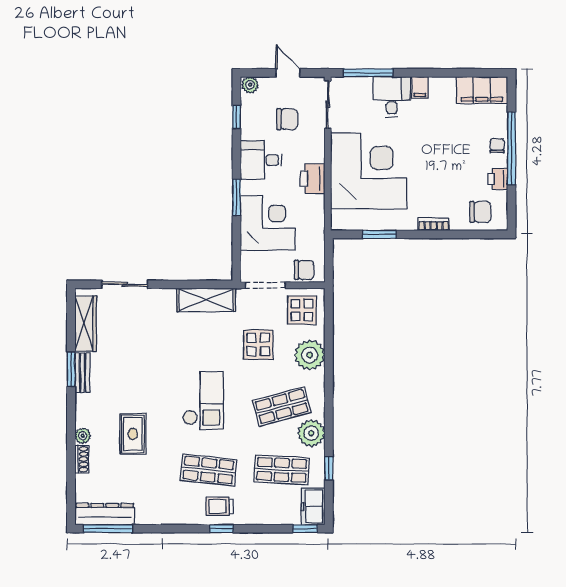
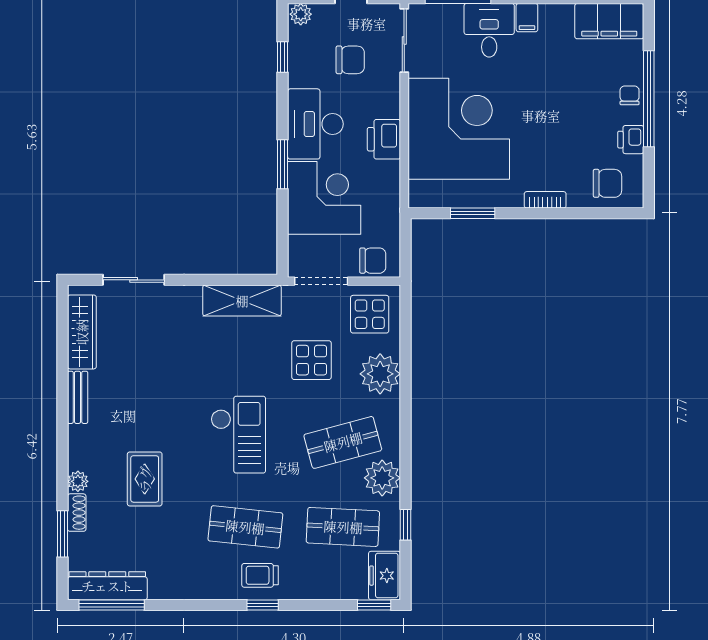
desk: (261, 160) -> (315, 124), width x1.37
window: (71, 369) -> (62, 534), moved

